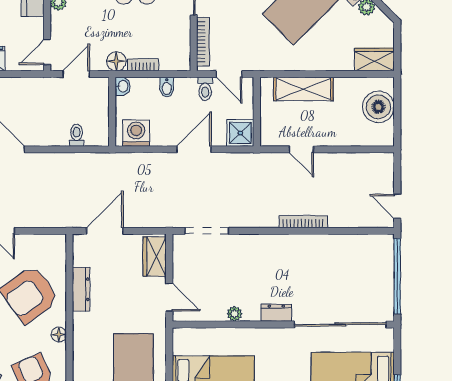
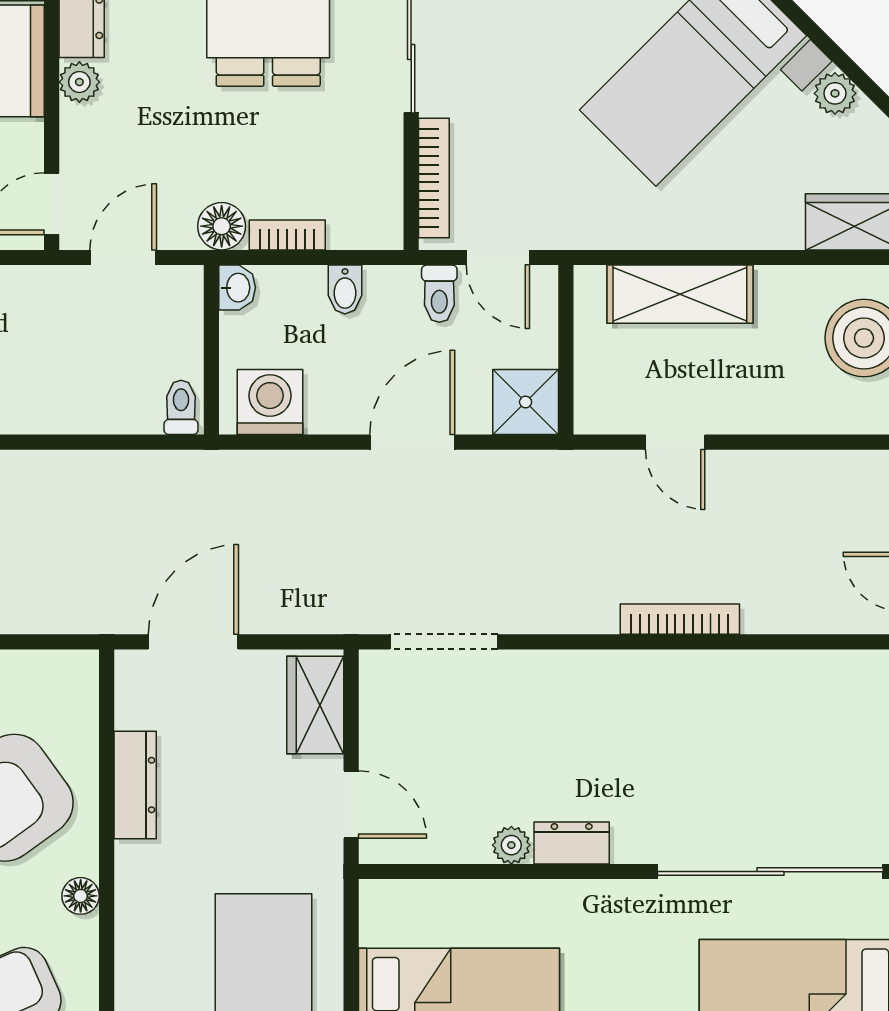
toilet: (77, 135) -> (181, 407), moved
dresser: (276, 313) -> (572, 843), moved

